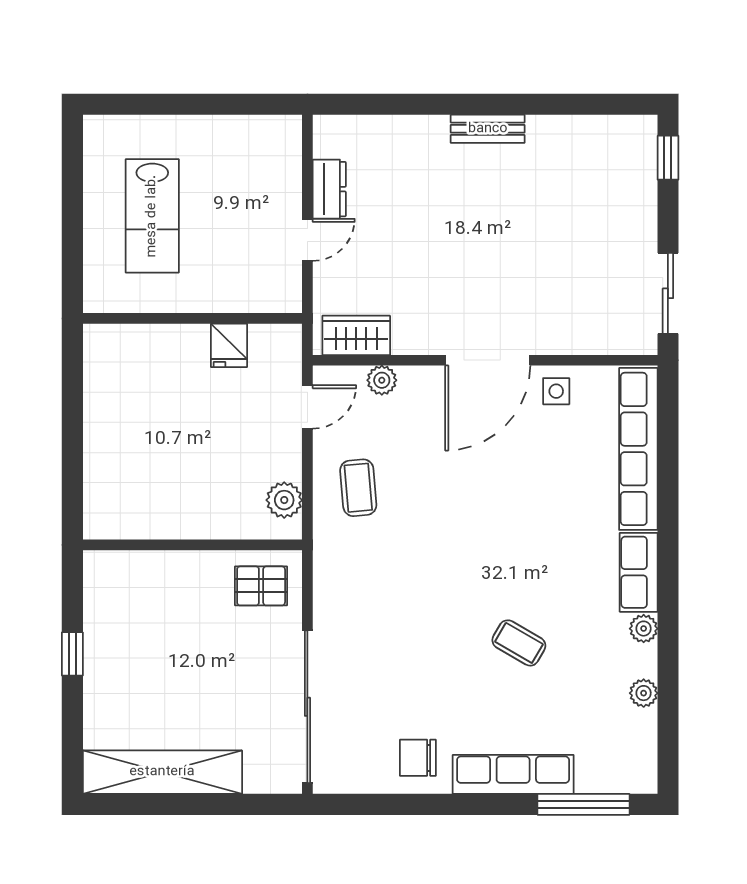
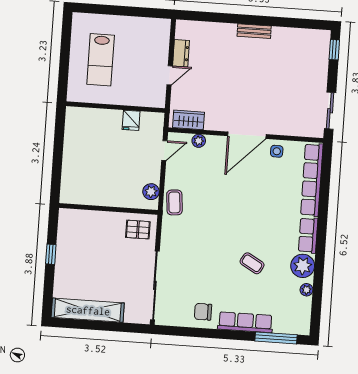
coffee table: (358, 488) -> (174, 202), moved
plant: (644, 629) -> (303, 266), width x1.88, depth x1.88

